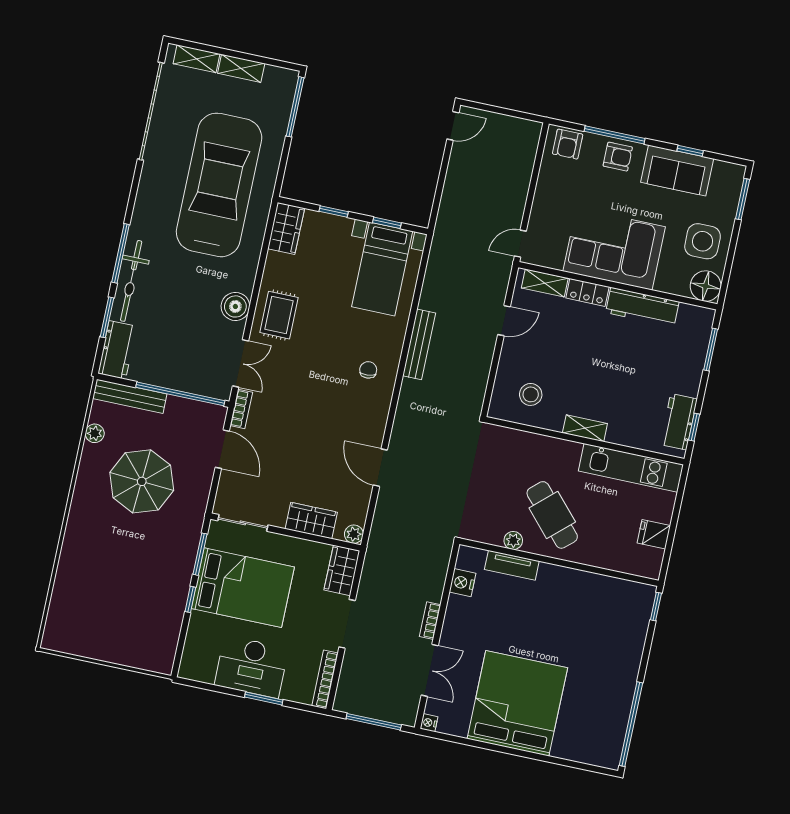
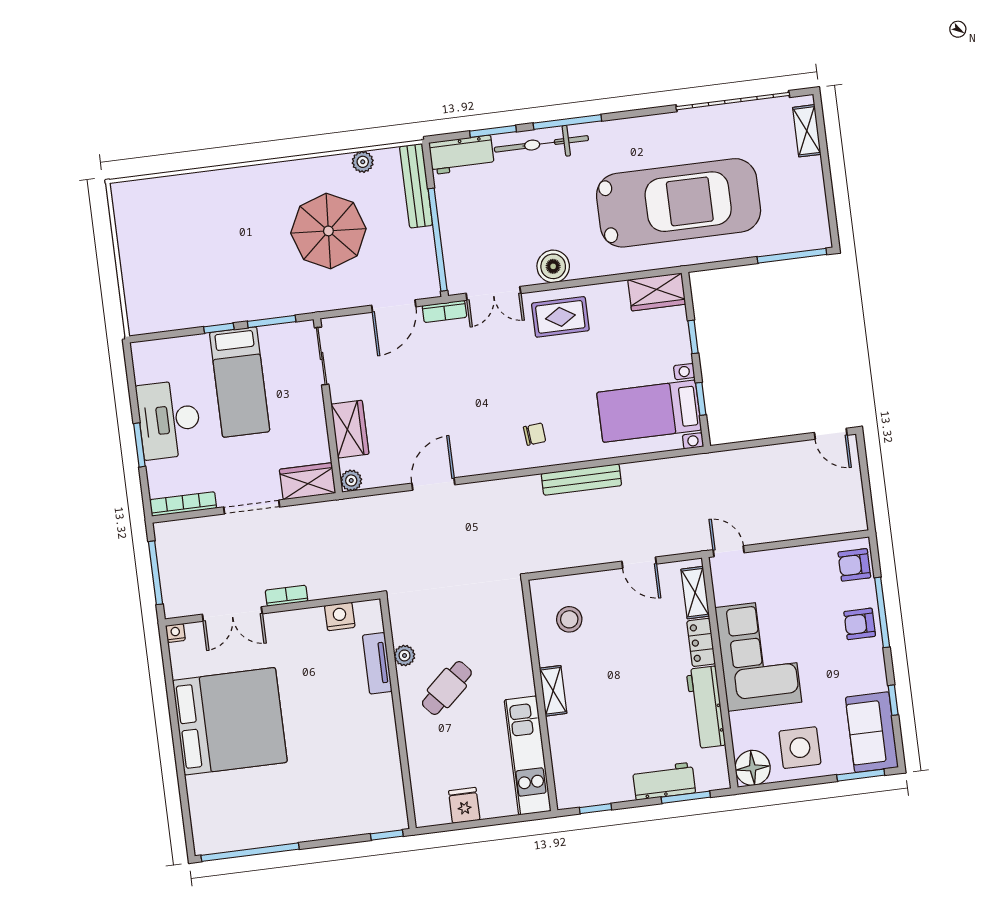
shelving: (241, 68) -> (813, 183), removed
armchair: (618, 157) -> (860, 624), turned 90
sofa: (677, 170) -> (872, 732), moved
workbench: (679, 422) -> (664, 781), moved
cafe table: (552, 515) -> (447, 688), width x0.73, depth x0.74
bed: (243, 588) -> (240, 382), width x0.67

